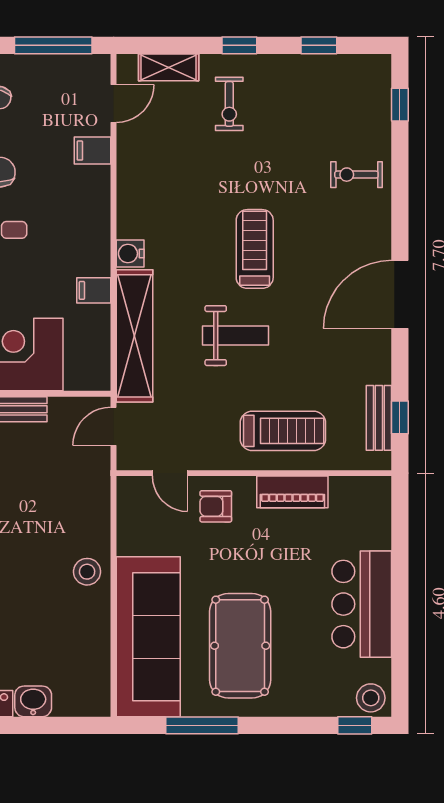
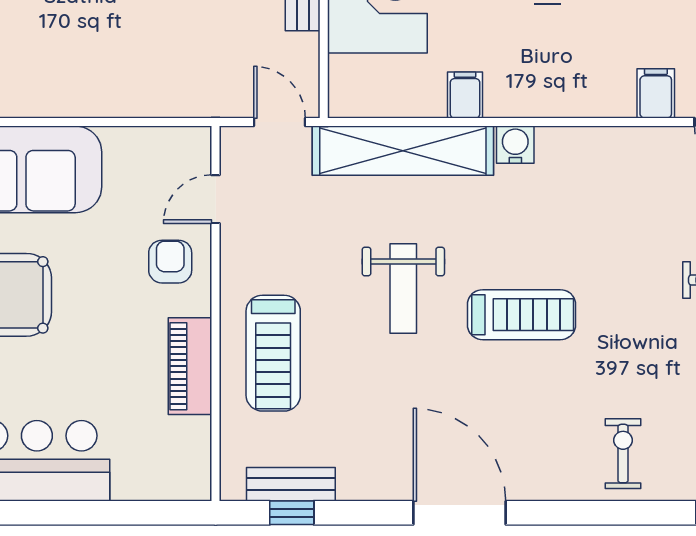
stool: (87, 572) -> (81, 86), removed

